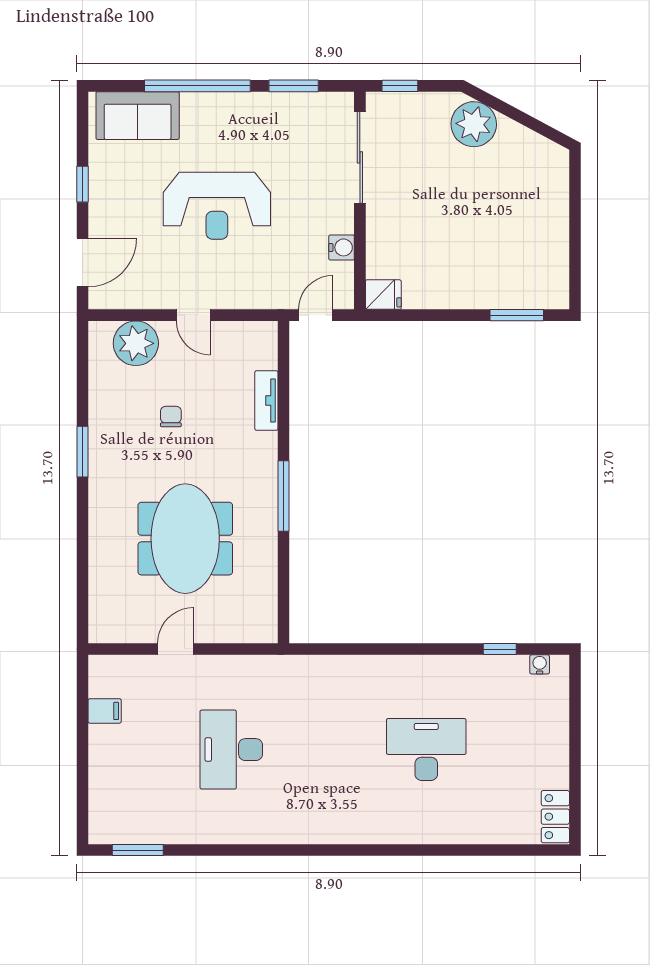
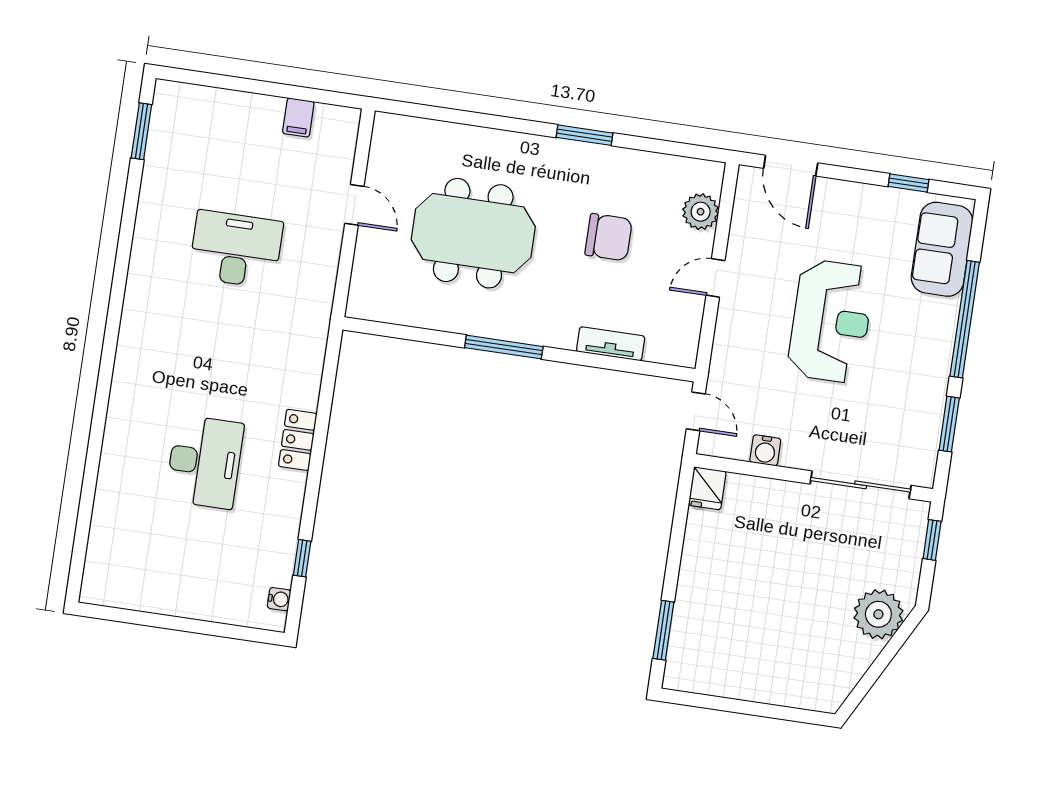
window: (83, 184) -> (909, 183), moved
reception desk: (217, 206) -> (831, 321), turned 180
plant: (136, 343) -> (701, 212), width x0.73, depth x0.73
chair: (171, 417) -> (609, 237), width x1.87, depth x1.87
locker: (555, 817) -> (298, 440), moved, turned -90

